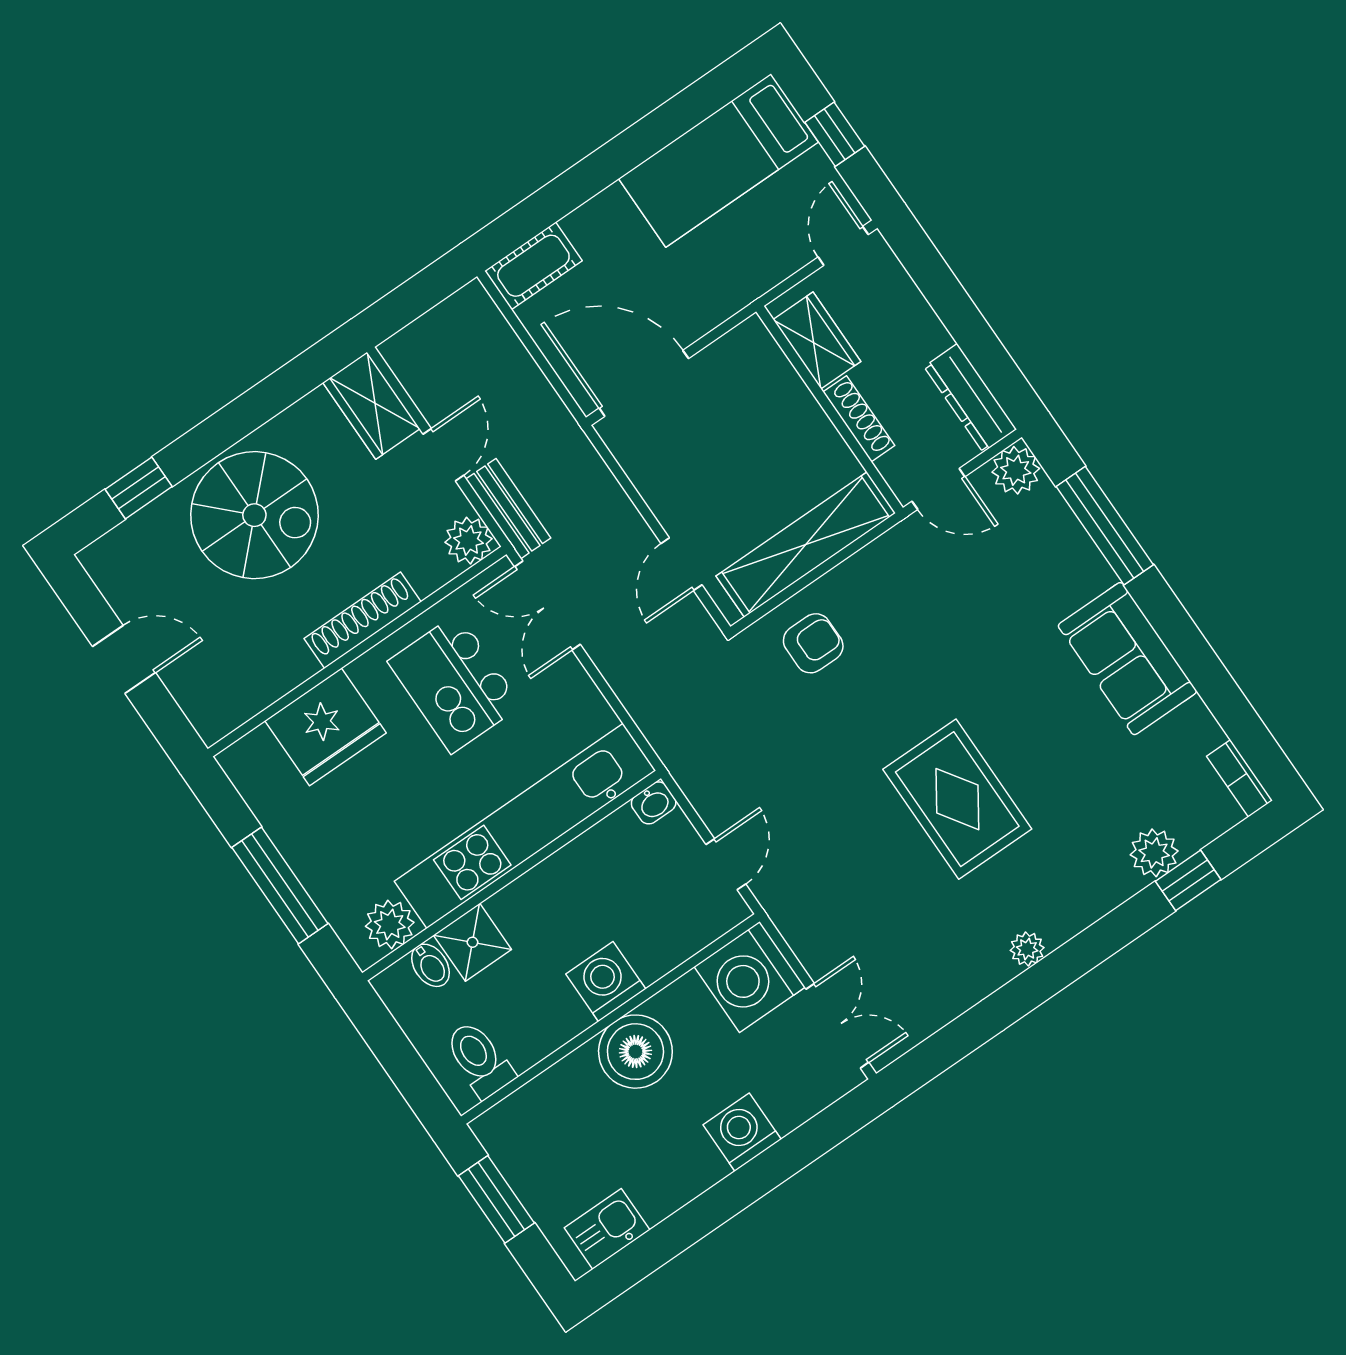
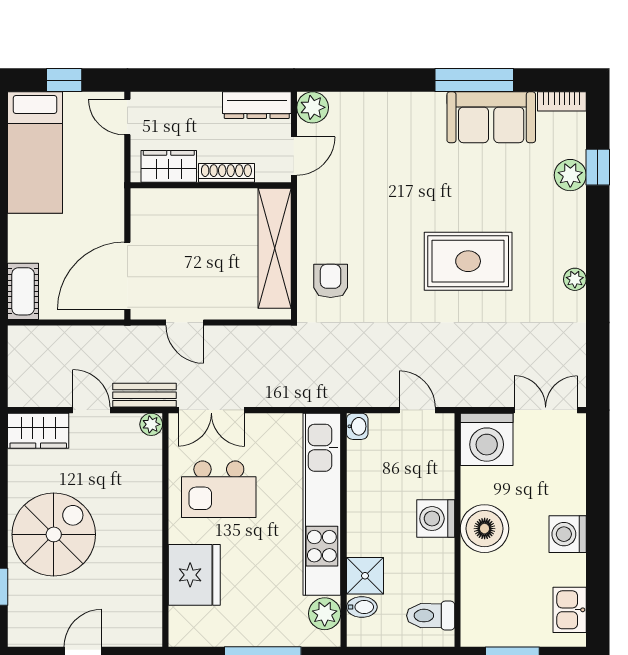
window: (1105, 526) -> (474, 80), moved
plant: (468, 541) -> (151, 424), width x0.73, depth x0.73
door: (681, 564) -> (185, 323), moved
shoe rack: (363, 620) -> (151, 515), removed
sofa: (1127, 659) -> (491, 117), moved
washing machine: (742, 1132) -> (568, 534), moved

